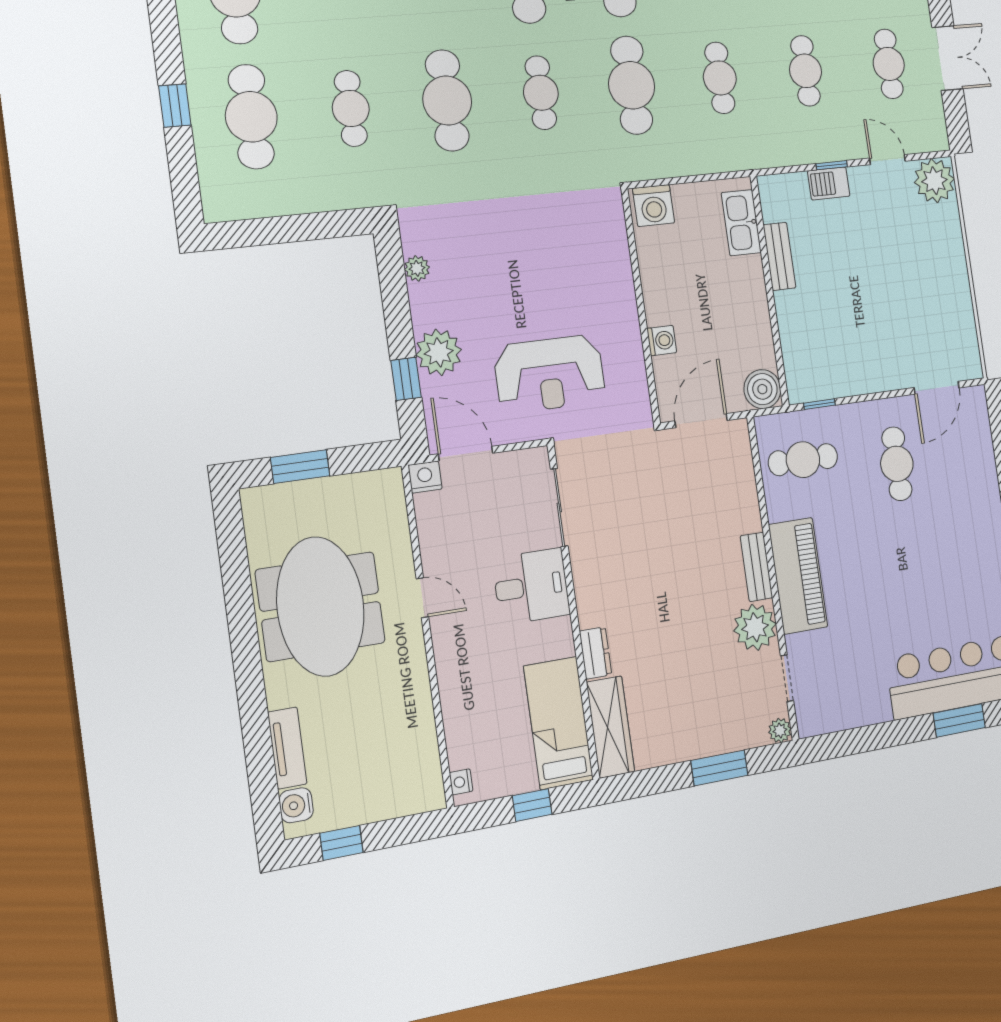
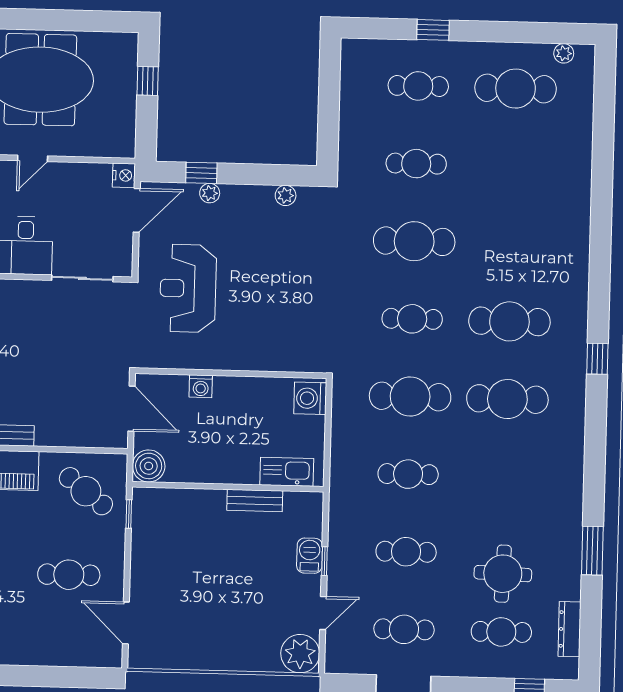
cafe table: (251, 117) -> (418, 86), width x0.73, depth x0.74
plant: (439, 352) -> (210, 193), width x0.53, depth x0.53
cafe table: (803, 460) -> (86, 491), turned -52
window: (300, 467) -> (148, 81), width x0.67

